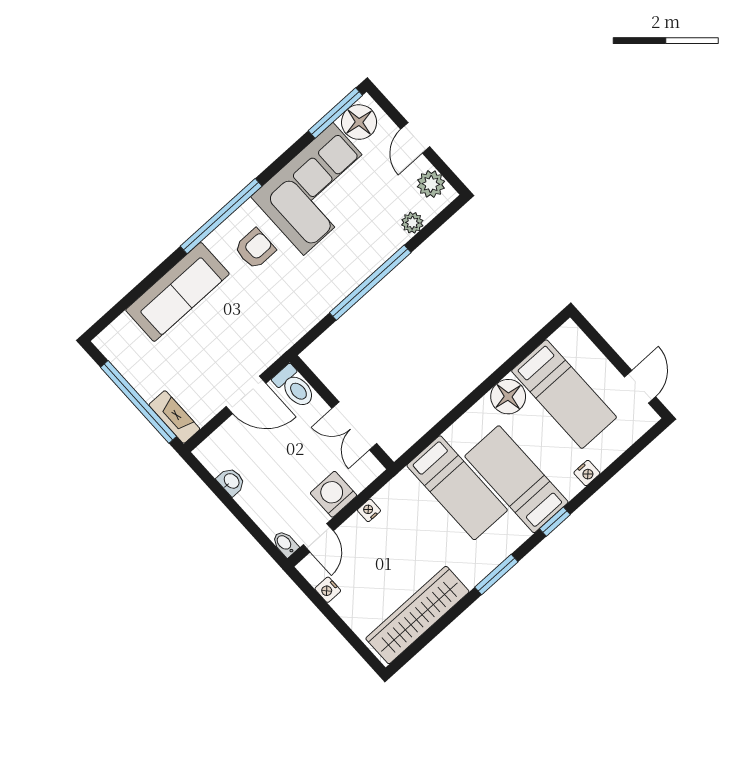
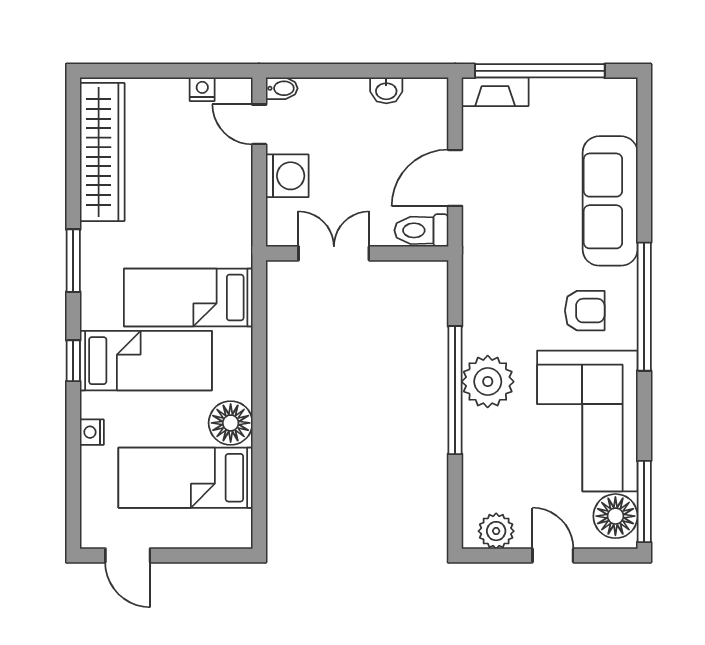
plant: (412, 223) -> (488, 382), moved, width x1.87, depth x1.87
armchair: (255, 249) -> (585, 311), turned -90
nightstand: (369, 510) -> (242, 195), removed

